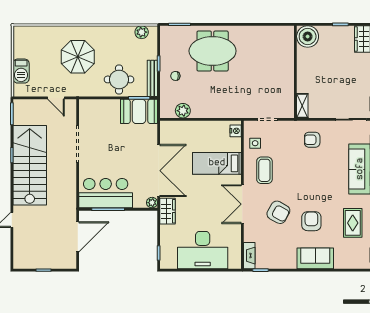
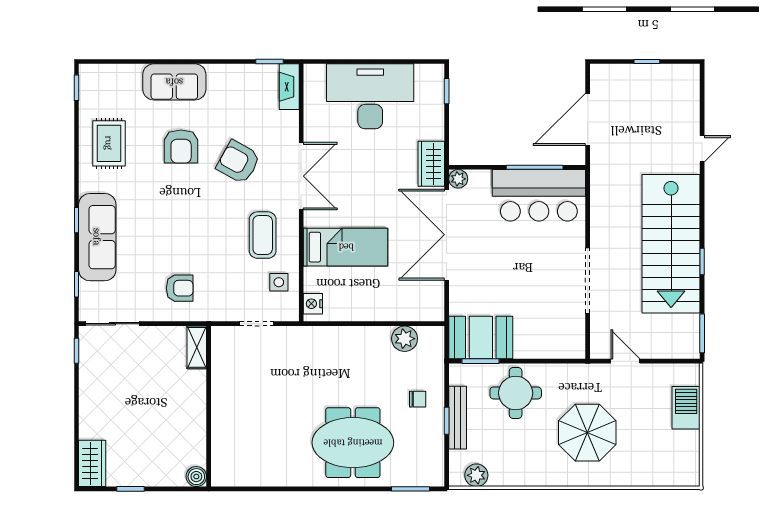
boiler: (308, 36) -> (196, 477), width x0.54, depth x0.54
bench: (152, 78) -> (458, 418), moved

